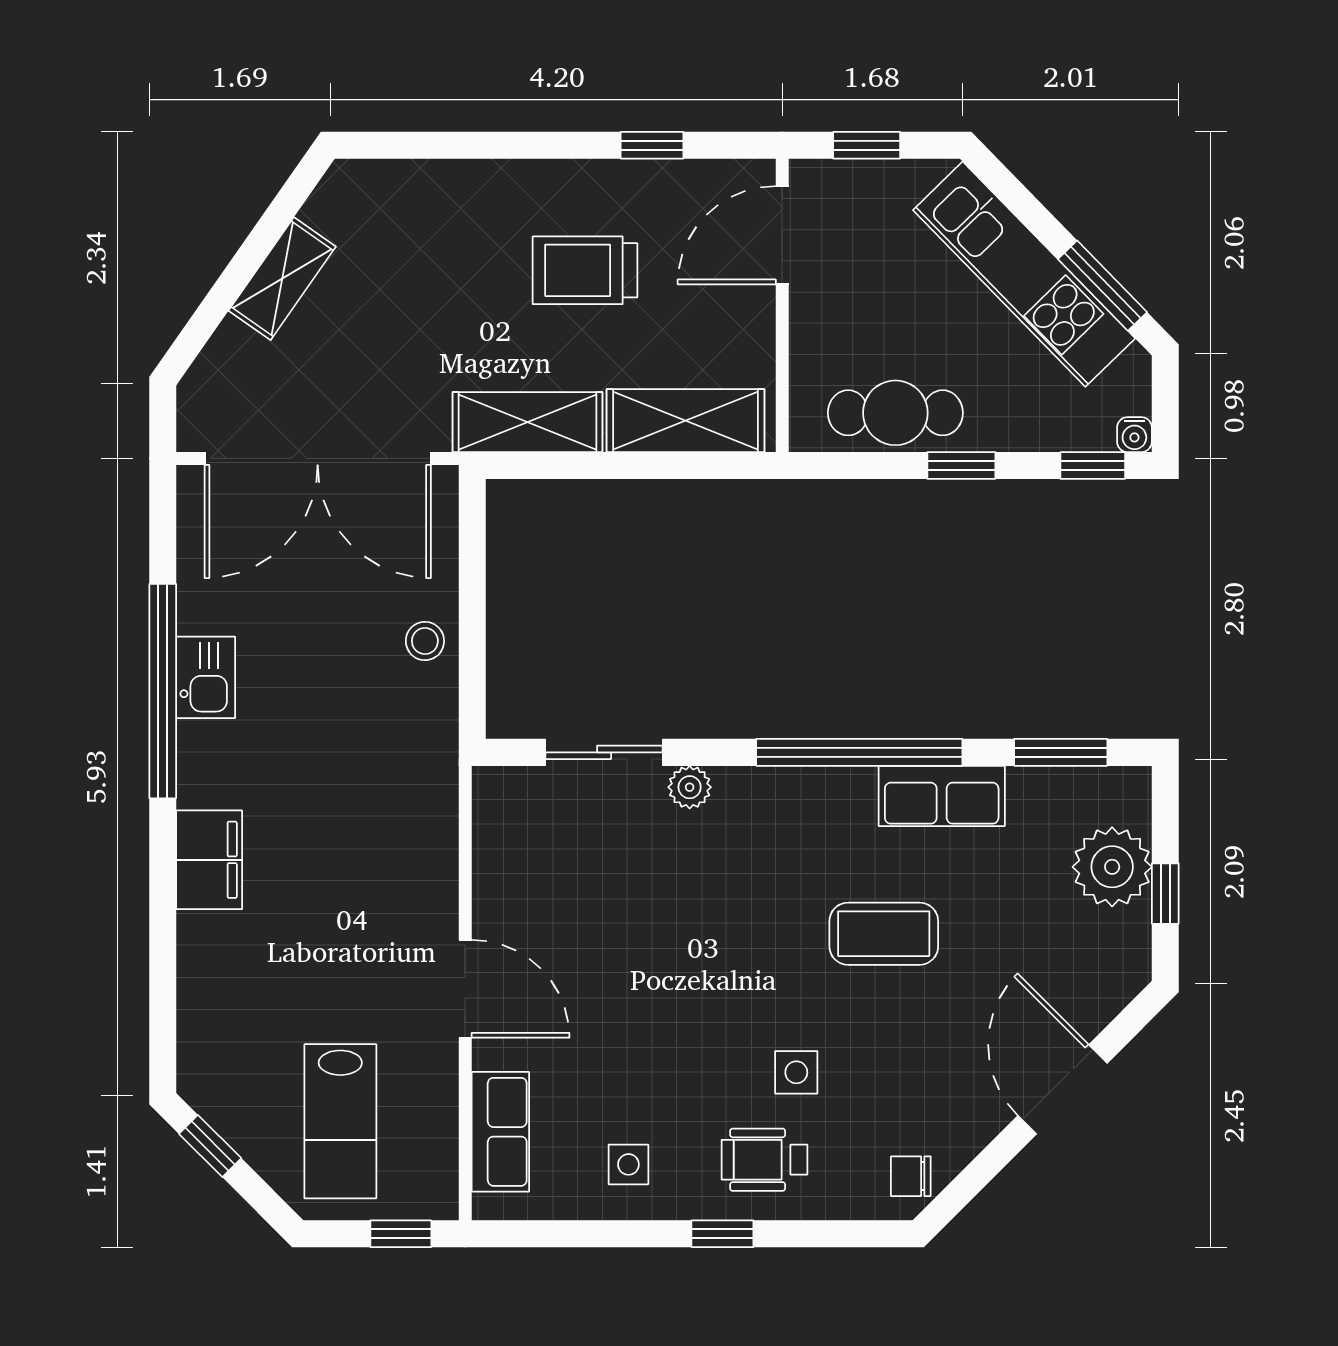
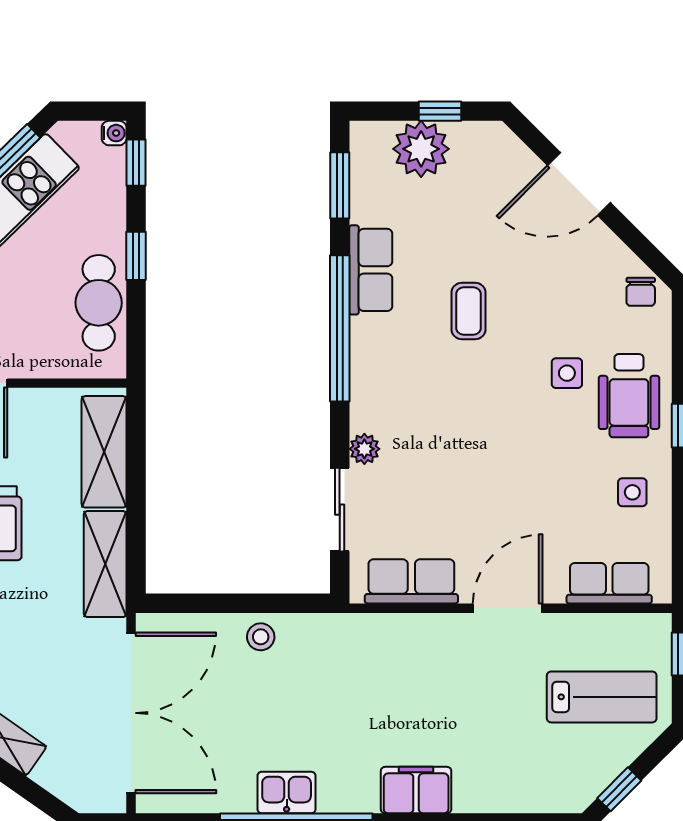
row of seats: (503, 853) -> (411, 581), added
coffee table: (884, 934) -> (469, 311), width x0.73, depth x0.77
wheelchair: (764, 1160) -> (629, 396), width x1.36, depth x1.37

